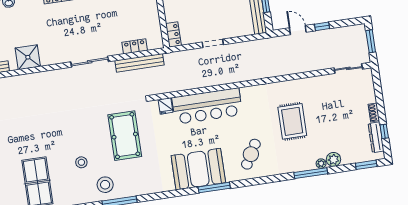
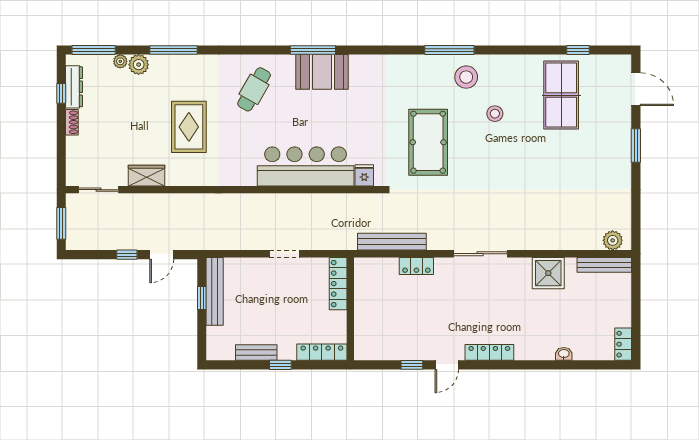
door: (298, 30) -> (162, 255), hinge flipped
locker: (173, 34) -> (338, 284), width x1.53
locker: (135, 46) -> (416, 266), moved
sliding door: (90, 62) -> (480, 254), moved
wardrobe: (317, 83) -> (146, 176), added
plant: (321, 164) -> (120, 61), moved
window: (366, 165) -> (94, 50), width x1.44
booth: (198, 169) -> (322, 72), width x0.73, depth x0.70

